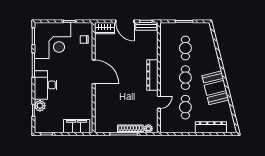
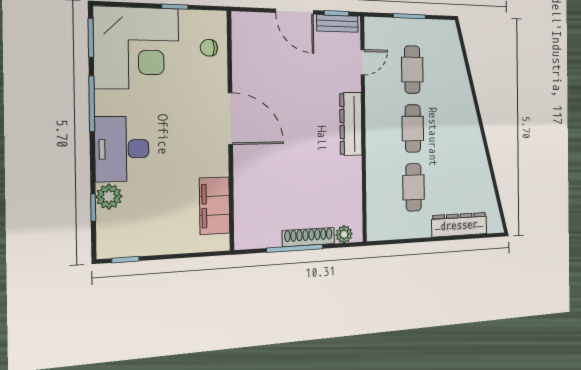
wardrobe: (105, 28) -> (252, 24), removed
booth: (215, 88) -> (467, 148), removed
door: (159, 102) -> (363, 62), moved
filing cabinet: (77, 126) -> (215, 206), moved, turned -90

